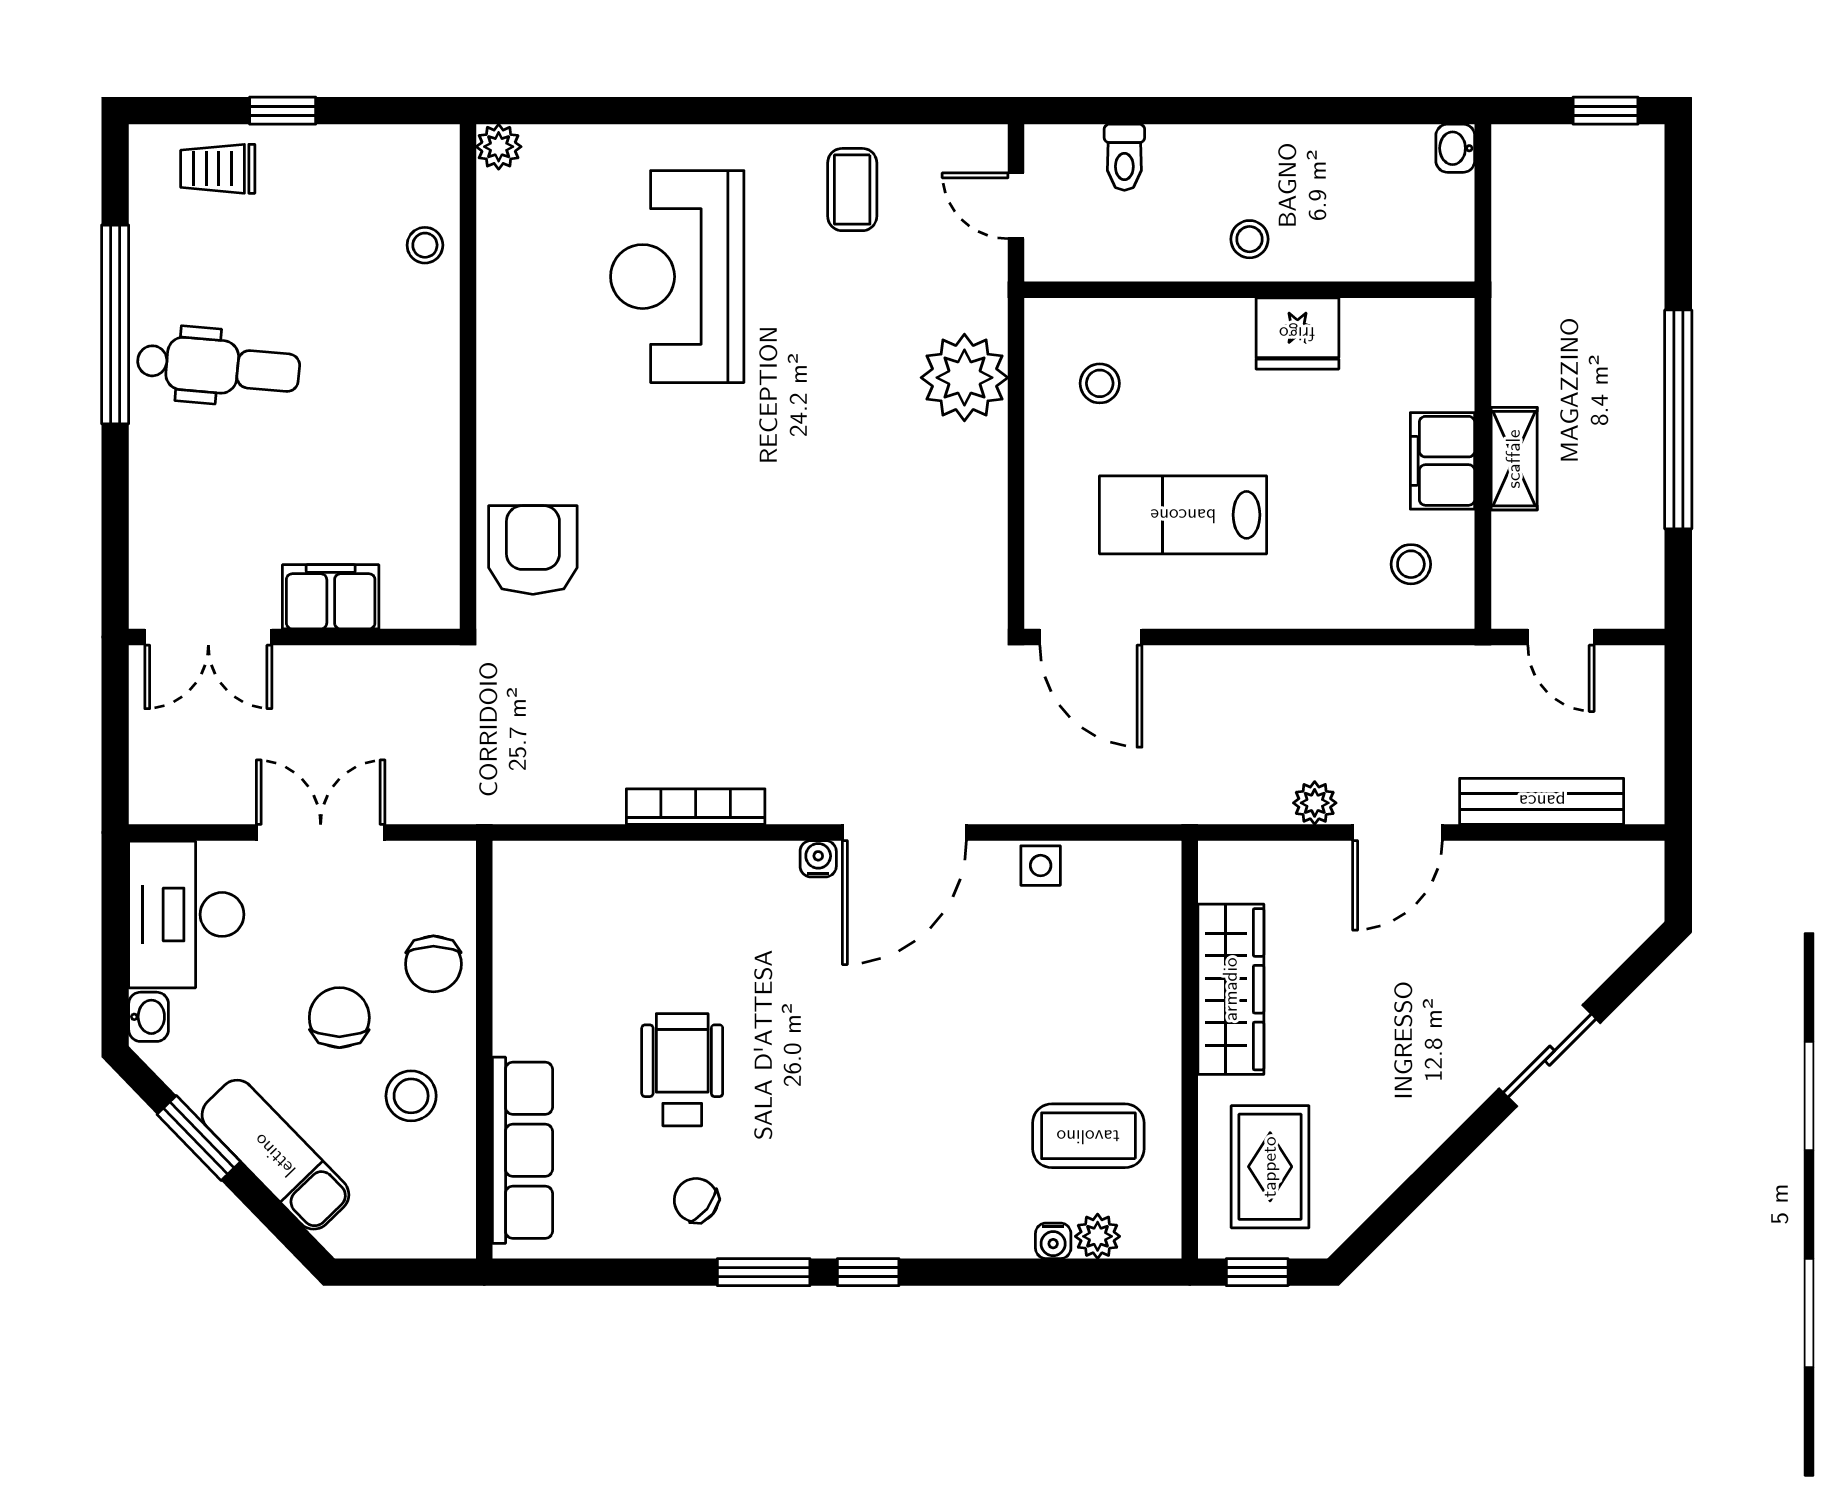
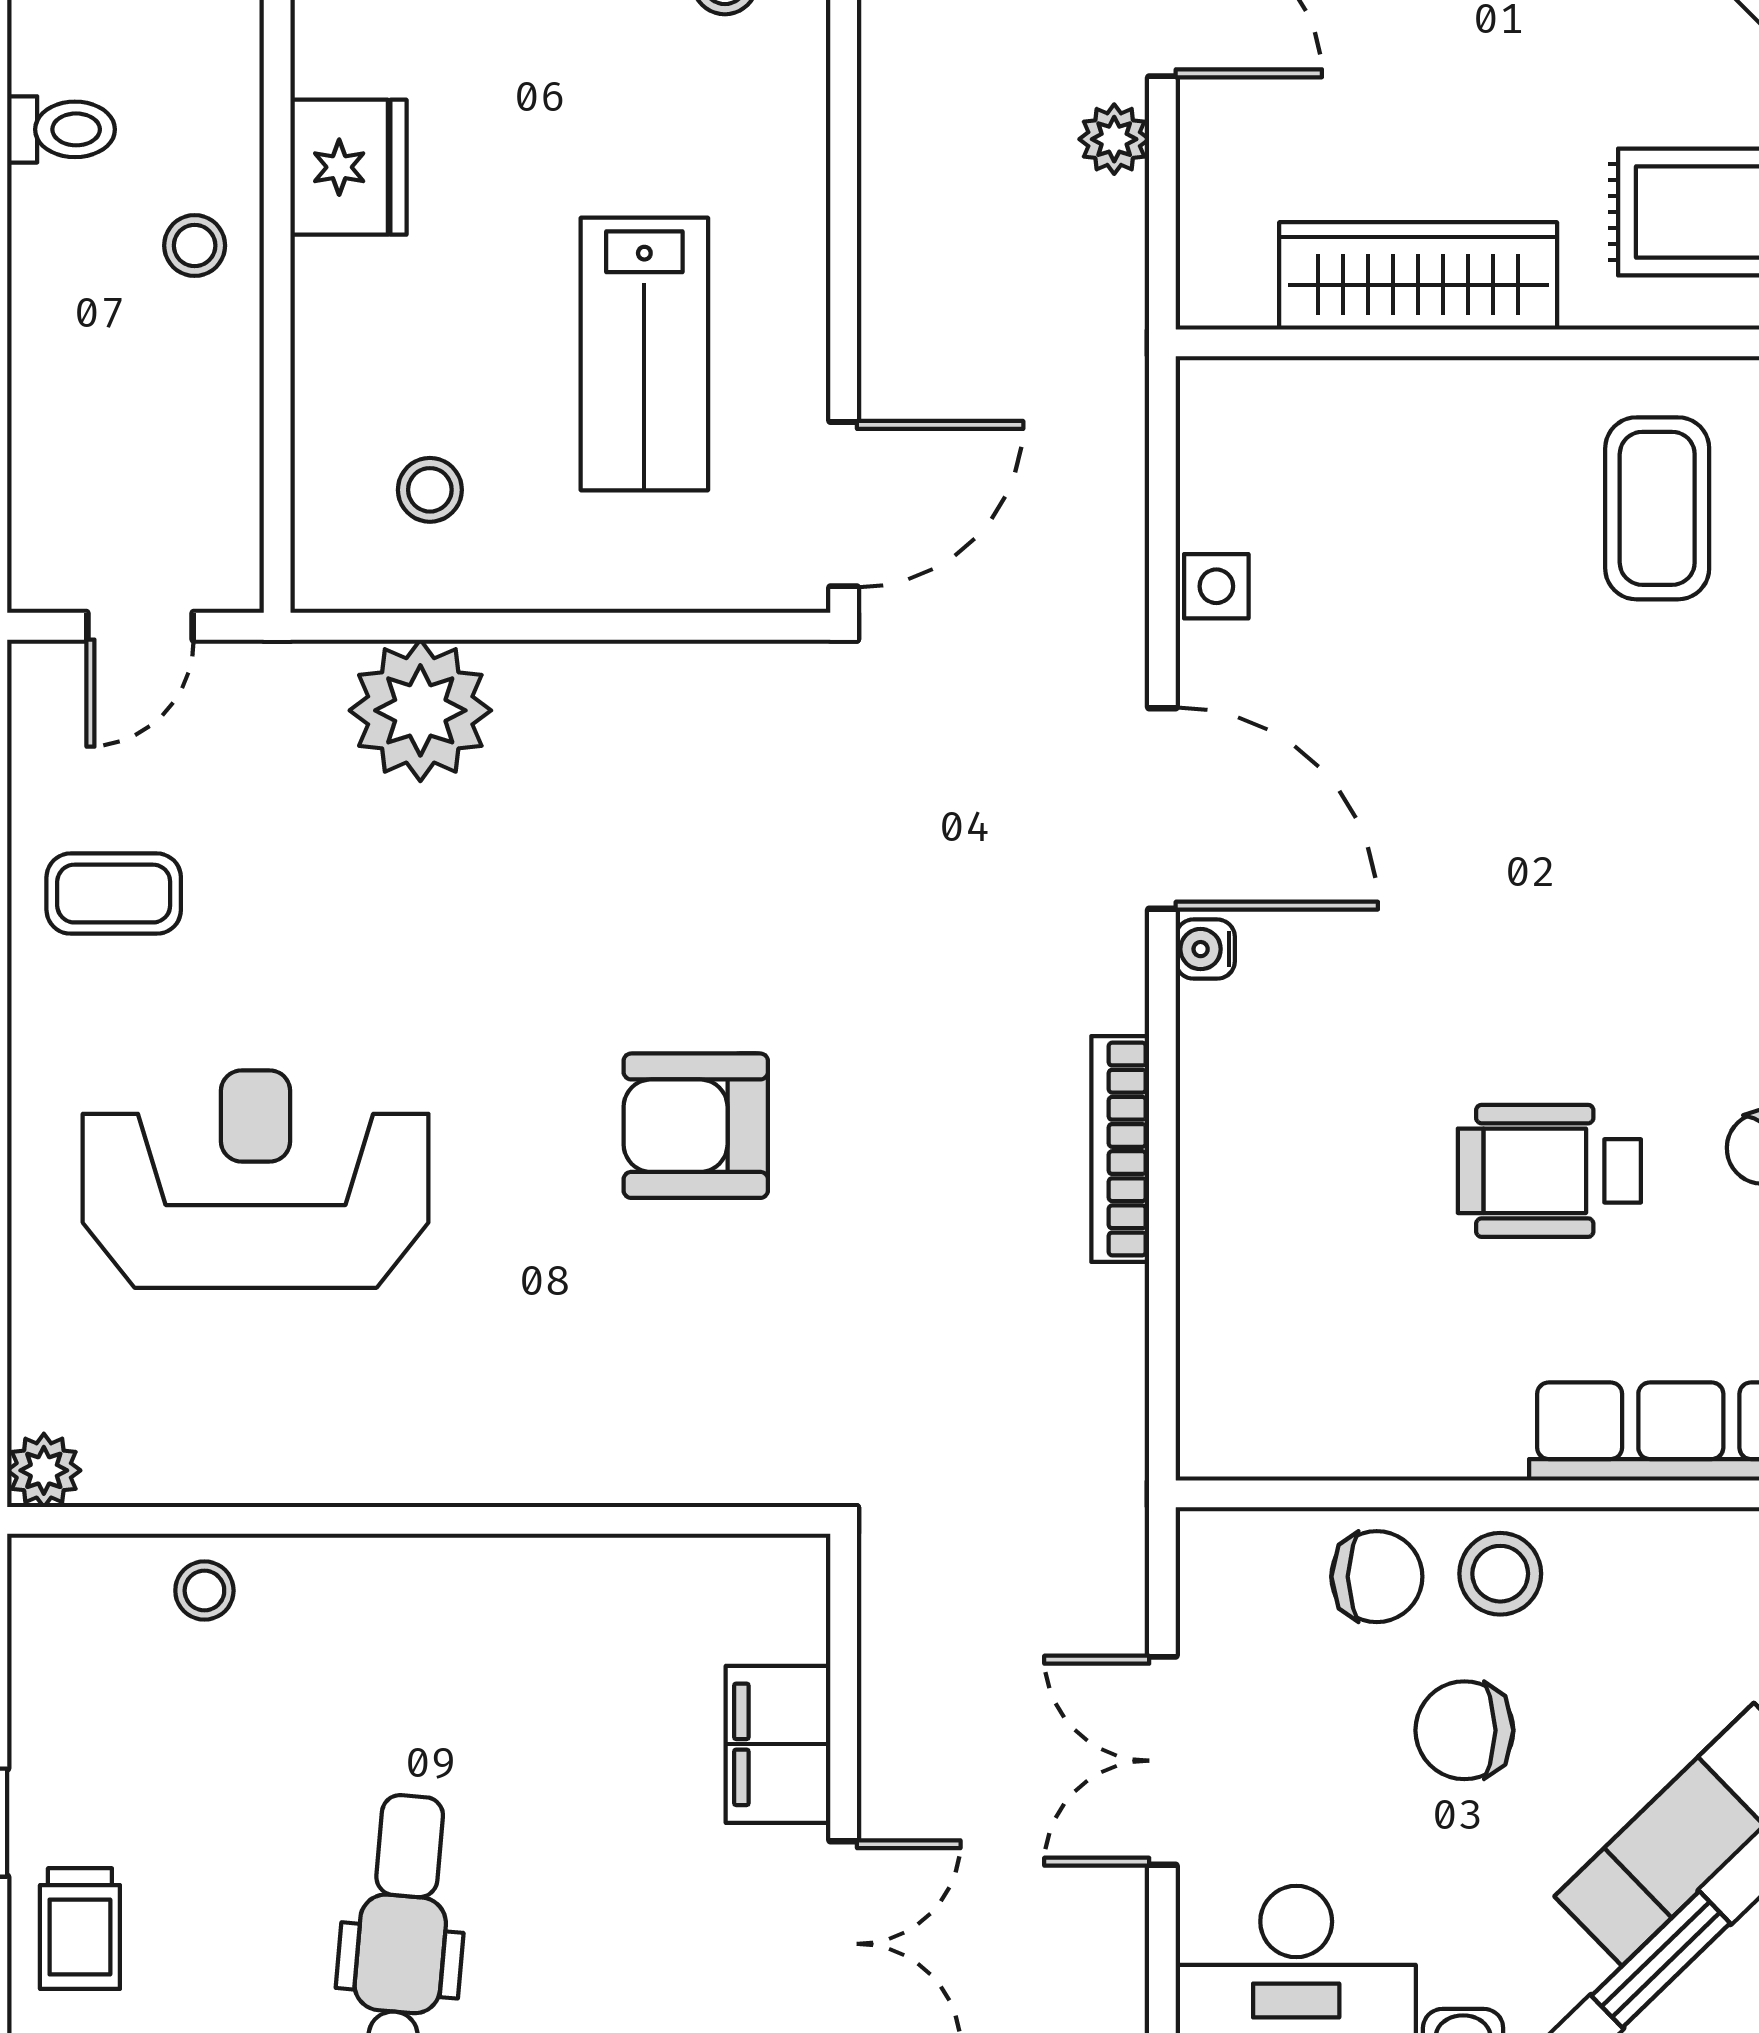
toilet: (1124, 157) -> (61, 129), moved
reception desk: (677, 277) -> (256, 1179), turned 180
armchair: (533, 550) -> (696, 1126), moved
stool: (411, 1096) -> (1500, 1574), moved

